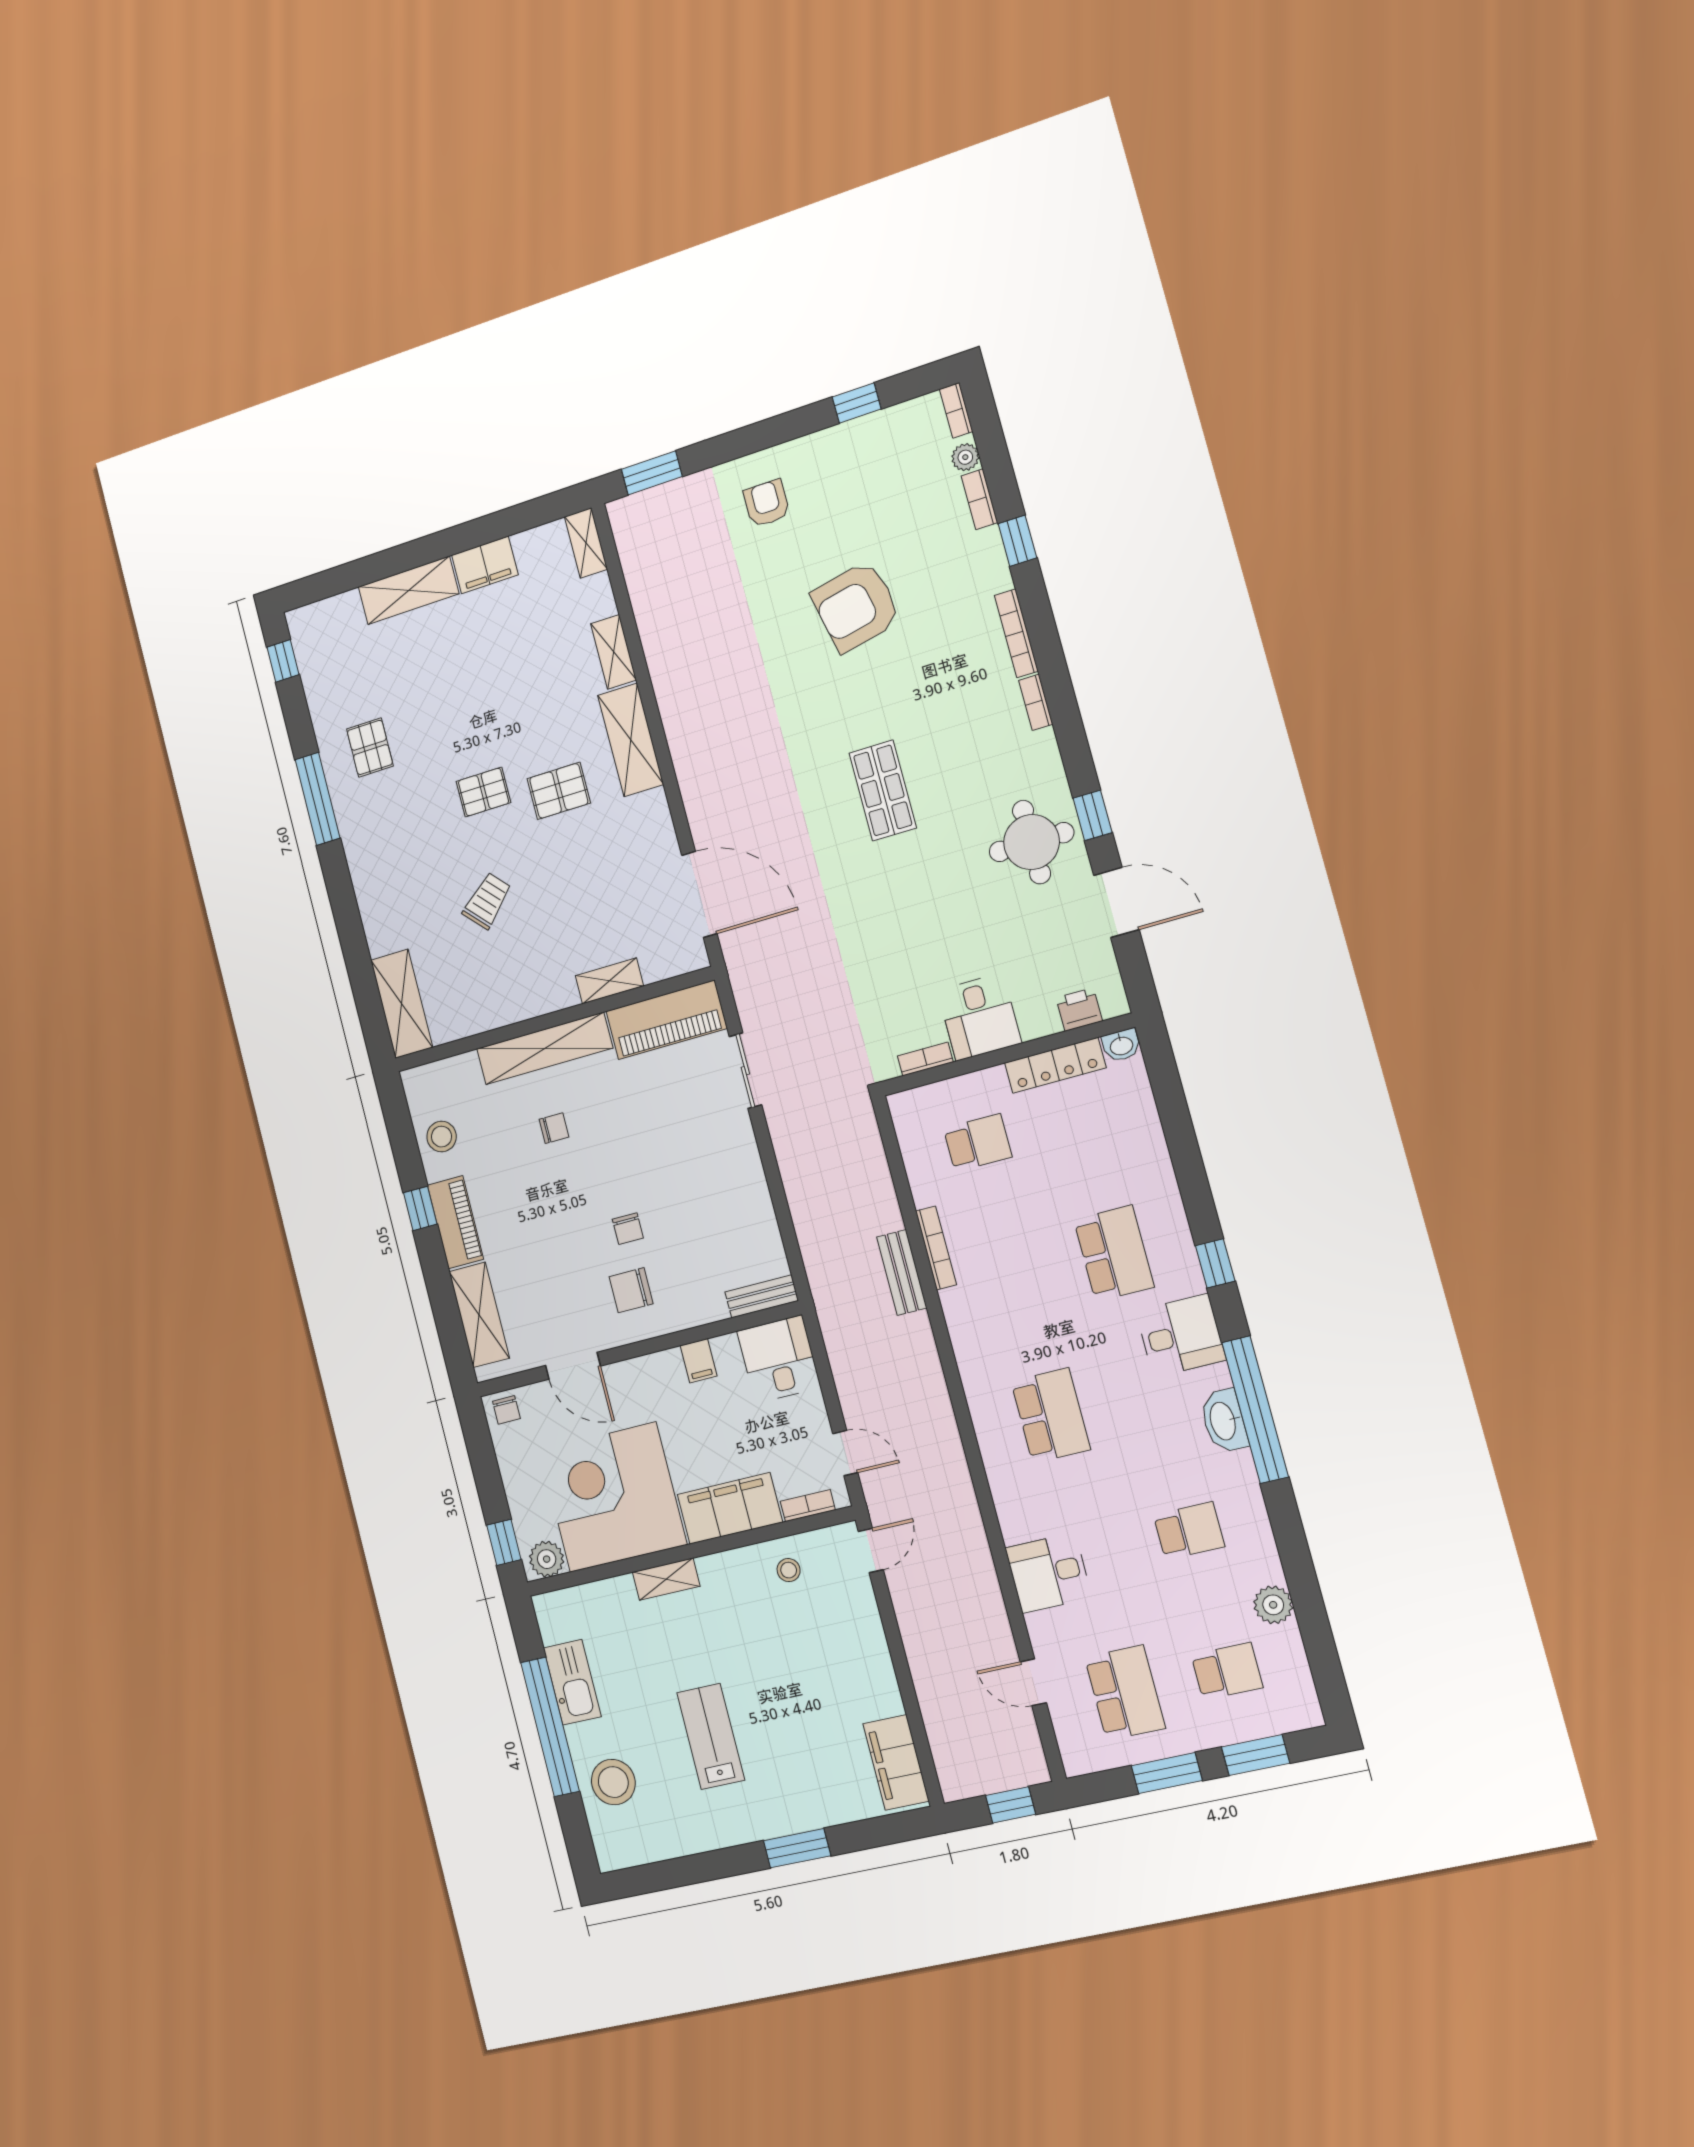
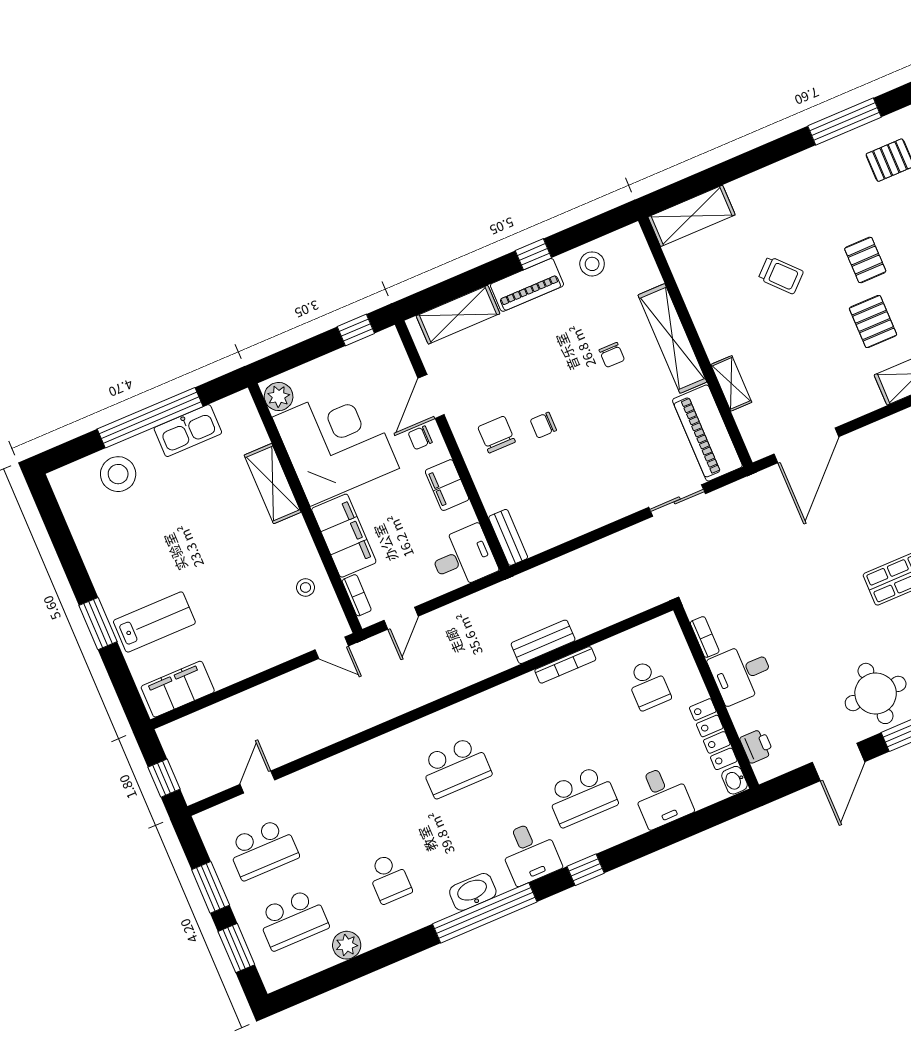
filing cabinet: (699, 1361) -> (447, 485), width x2.00
chair: (506, 1410) -> (420, 438), moved
window: (504, 1542) -> (356, 330), moved
desk: (1049, 1573) -> (662, 797), moved, turned 180
shelving: (666, 1579) -> (273, 484), width x1.50, depth x1.33
school desk: (1227, 1671) -> (293, 919), width x1.85
lab bench: (711, 1736) -> (154, 622), moved

